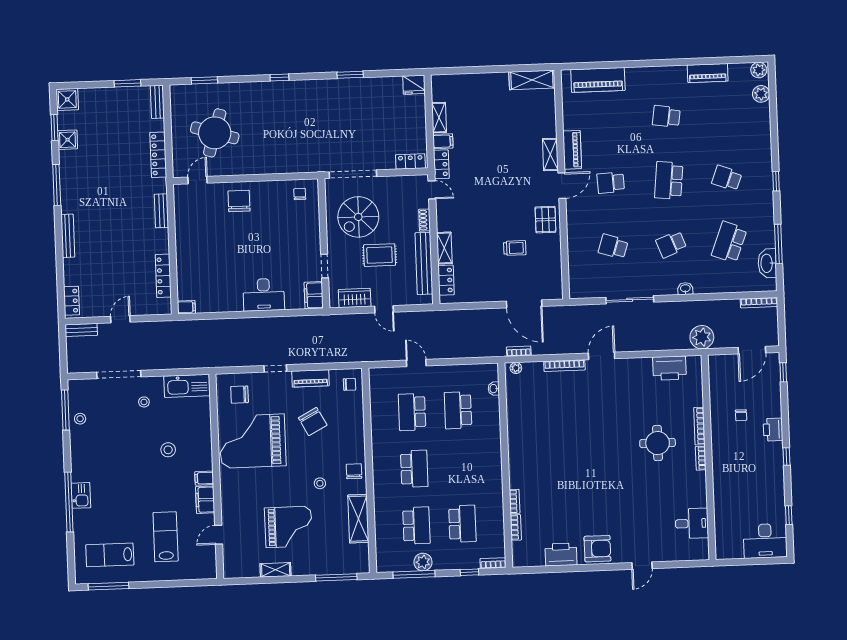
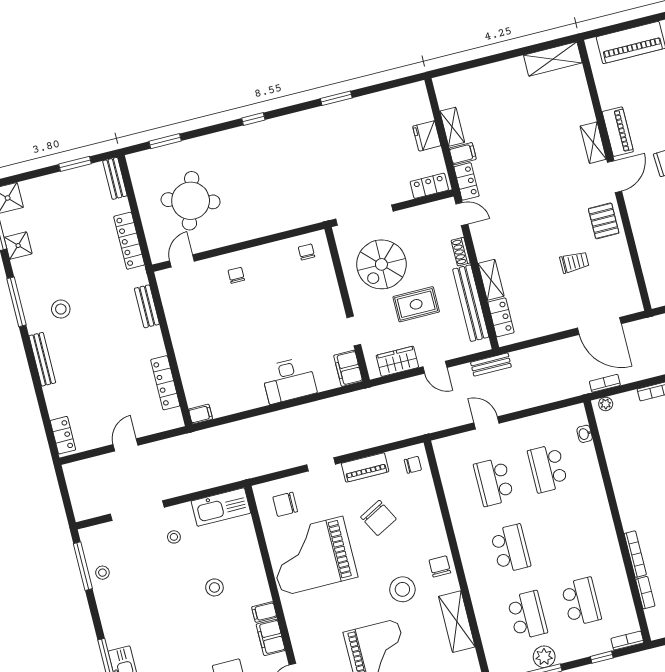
fridge: (414, 85) -> (427, 136), moved, turned 90
stool: (91, 198) -> (61, 309), added
chair: (239, 201) -> (236, 275), width x0.54, depth x0.54
bench: (81, 330) -> (491, 365), moved
stool: (320, 483) -> (402, 589), width x1.89, depth x1.89
bookcase: (515, 501) -> (635, 554), width x1.56

